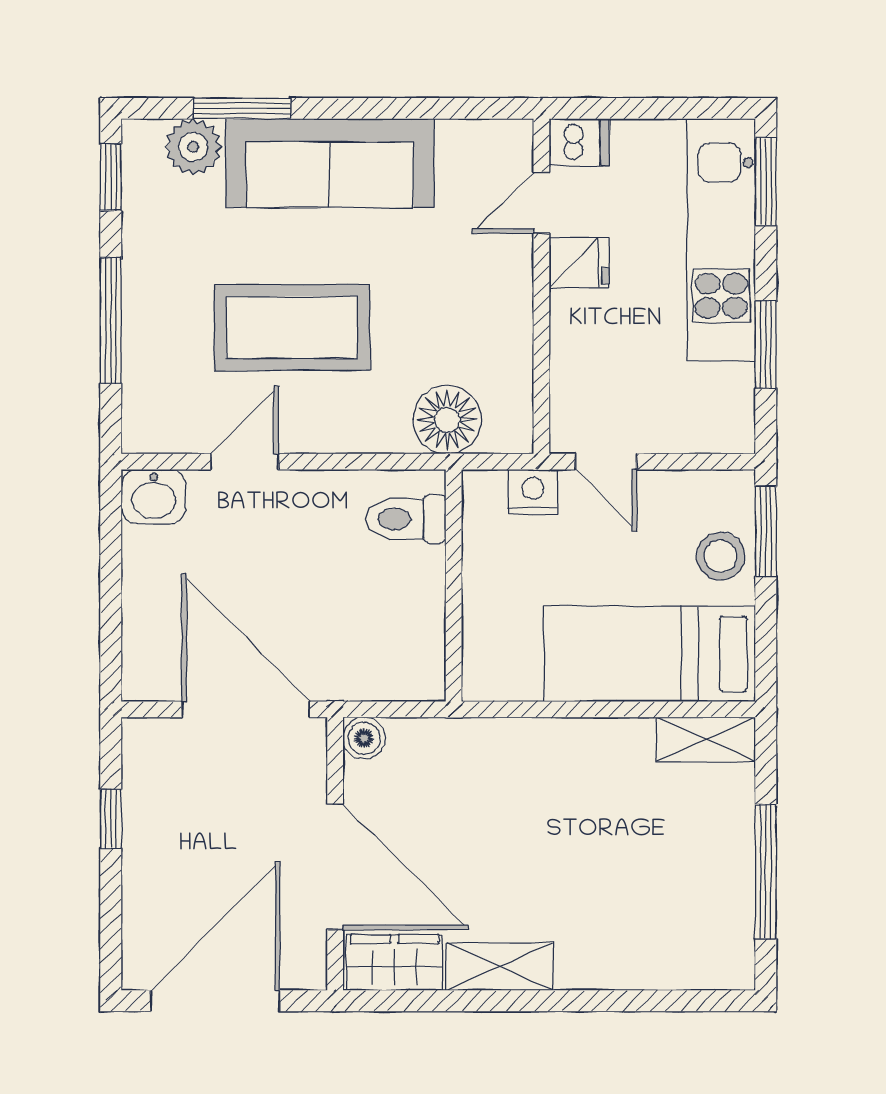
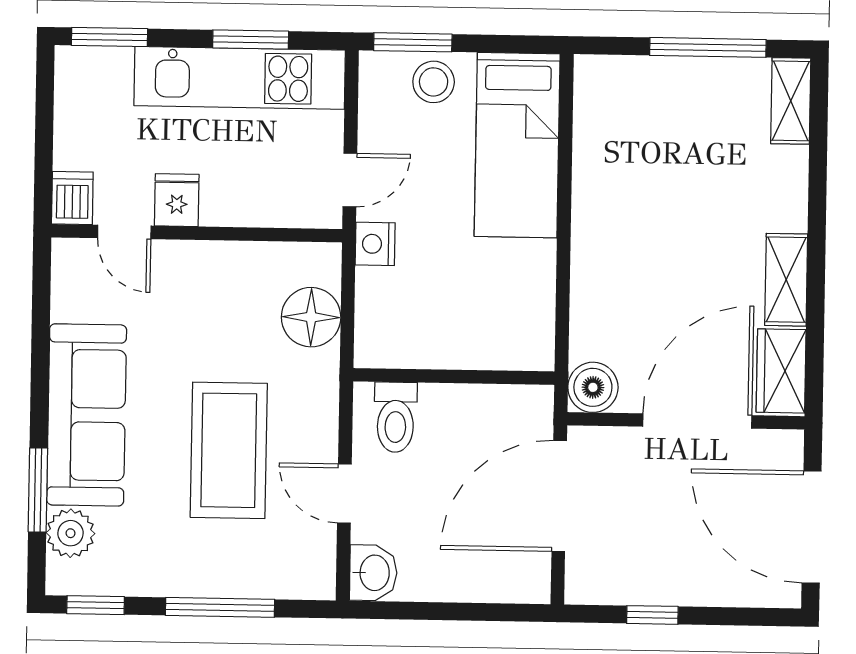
kitchen unit: (721, 240) -> (240, 78), moved
toilet: (406, 519) -> (396, 417), moved
wall: (454, 585) -> (454, 376), moved
boiler: (364, 738) -> (593, 387), width x1.36, depth x1.36
shelving: (706, 739) -> (791, 101), moved

